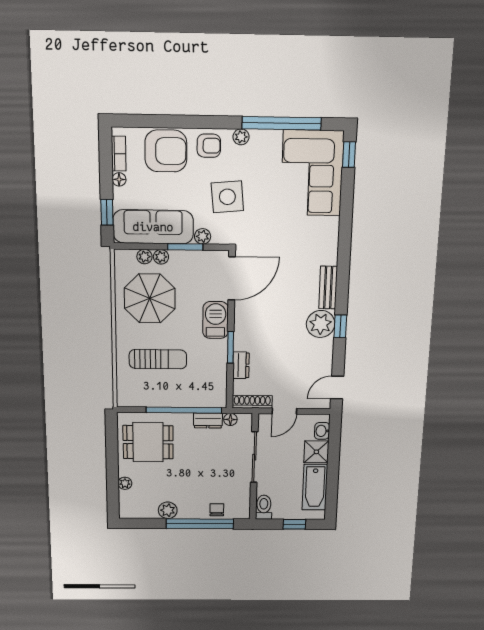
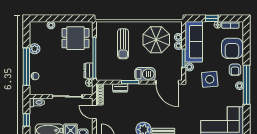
window: (282, 123) -> (247, 85), moved
window: (107, 212) -> (212, 18), moved
dining table: (148, 442) -> (76, 38), turned 90

